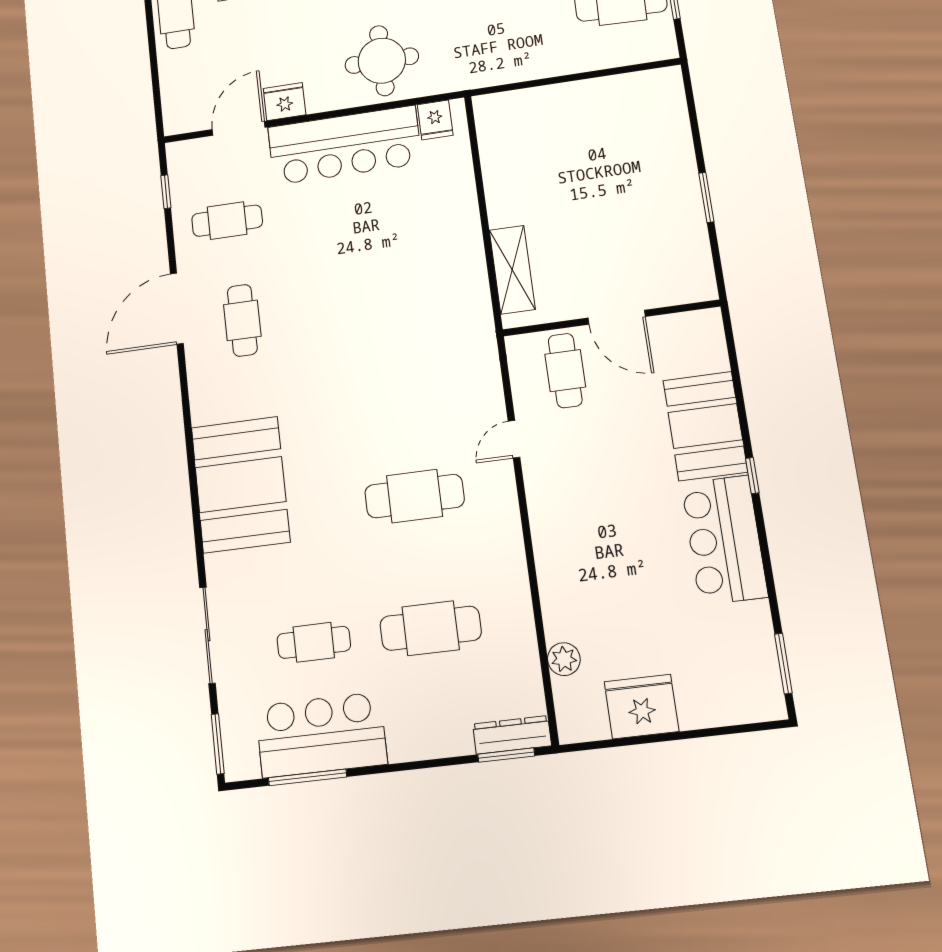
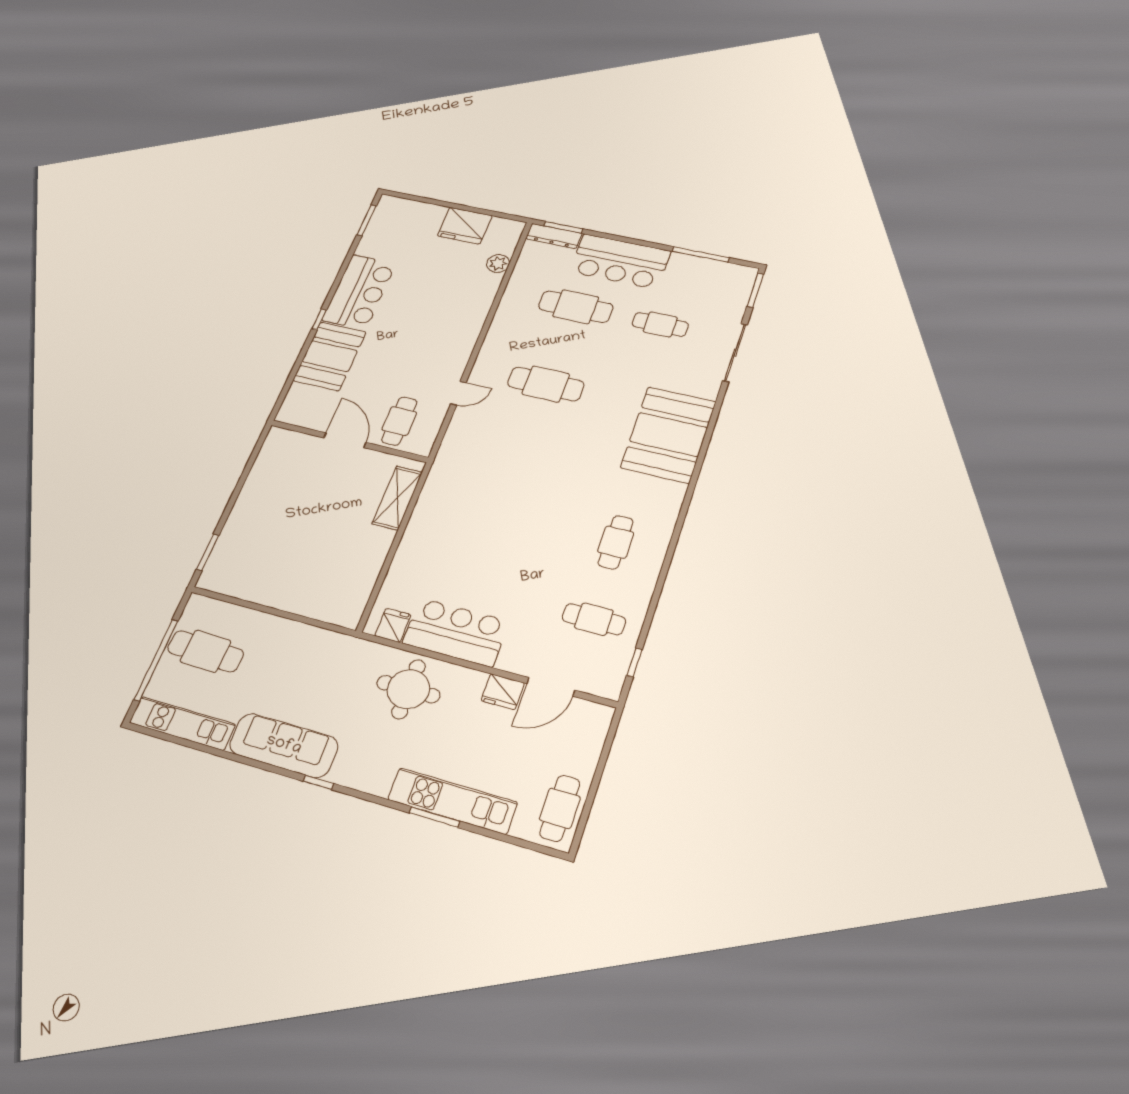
bar counter: (345, 145) -> (456, 632), width x0.73
window: (706, 197) -> (208, 552), moved
door: (177, 309) -> (664, 571), removed
bar counter: (321, 735) -> (620, 261), moved

